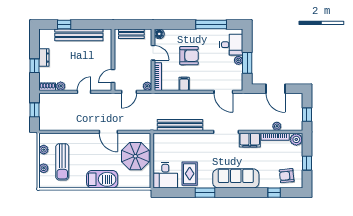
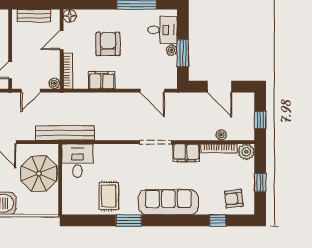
door: (153, 53) -> (62, 40), swing flipped
armchair: (189, 56) -> (108, 44), turned -90
filing cabinet: (184, 84) -> (102, 80), width x2.00
bench: (180, 125) -> (65, 133), moved
desk: (165, 175) -> (77, 161), moved, turned 180

